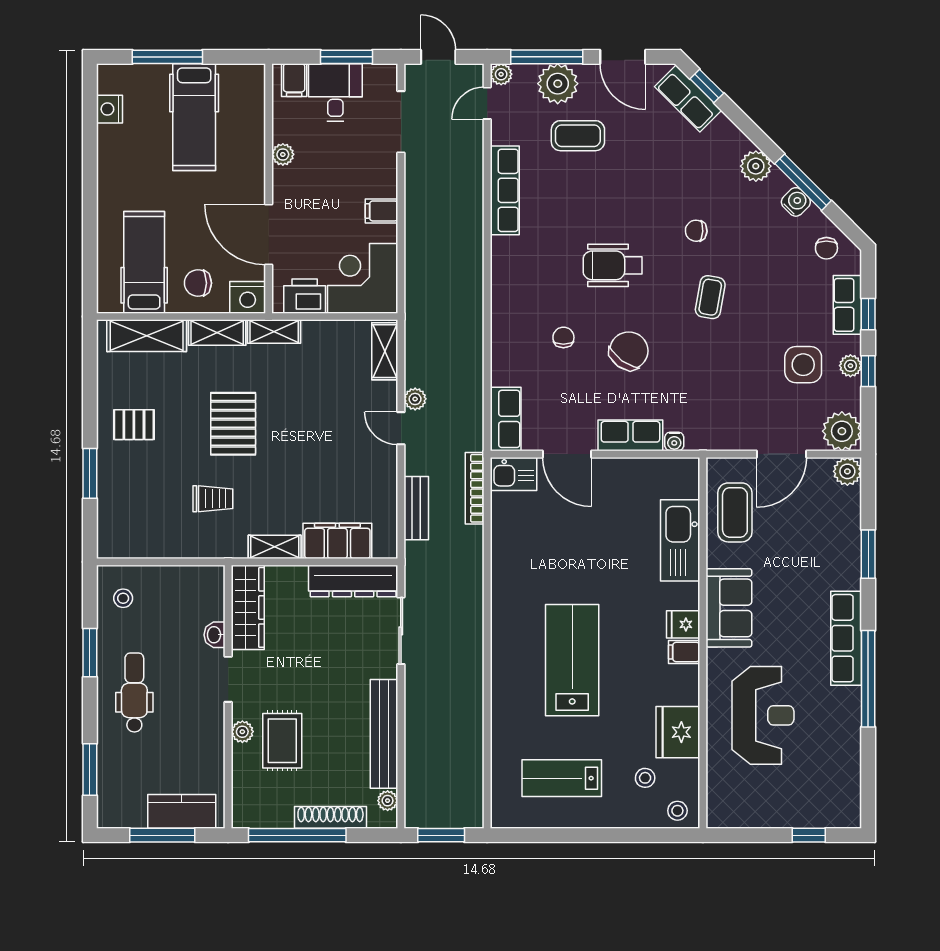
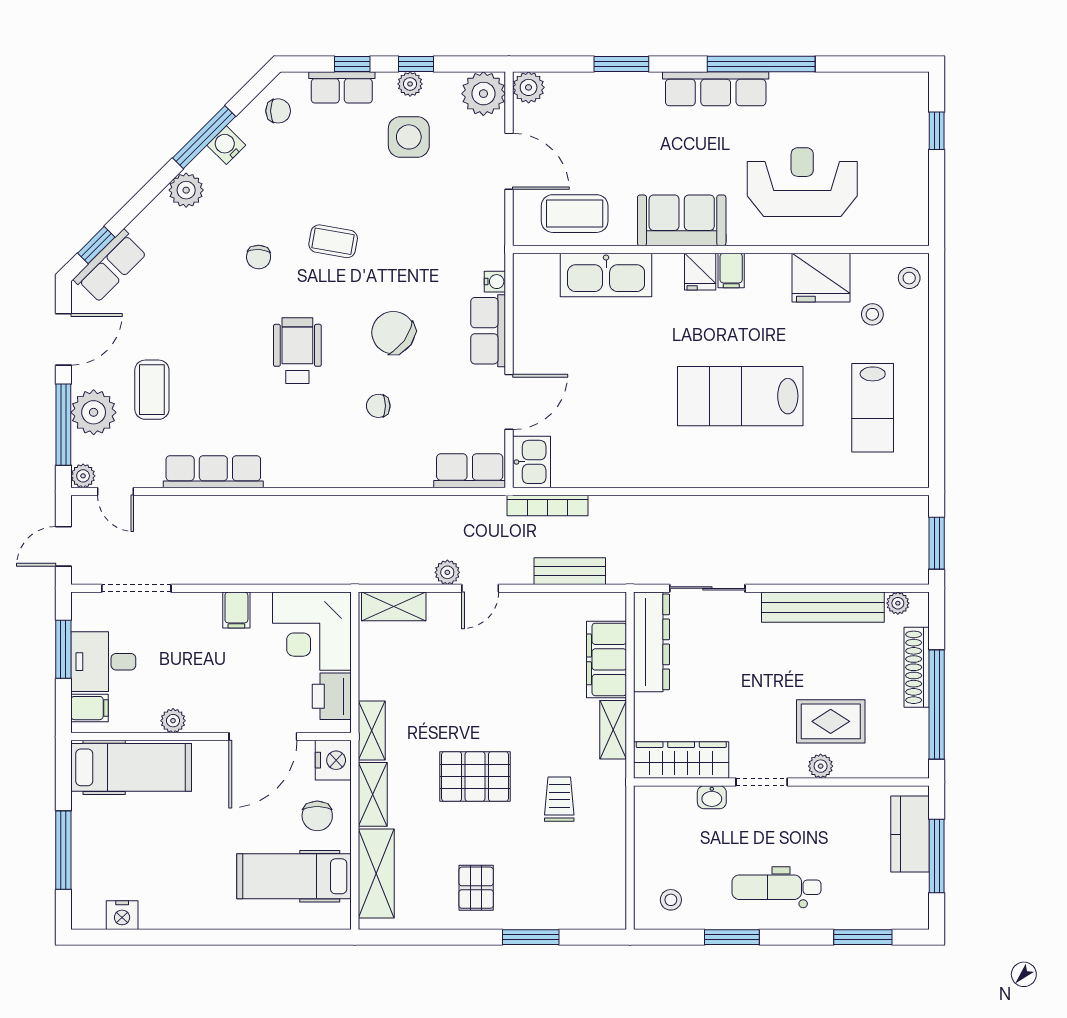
hospital bed: (194, 117) -> (131, 767), moved
wheelchair: (613, 265) -> (297, 351), turned 180

